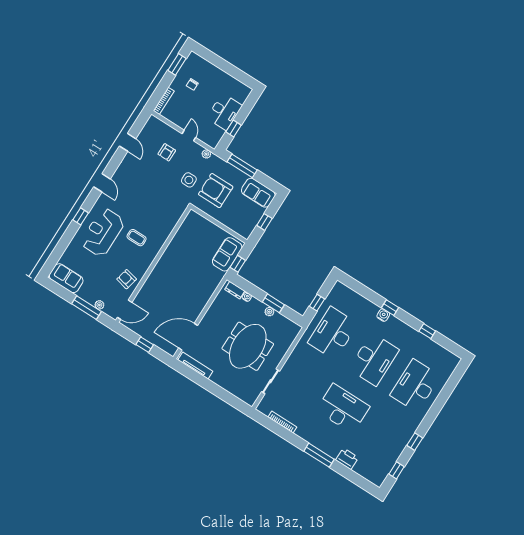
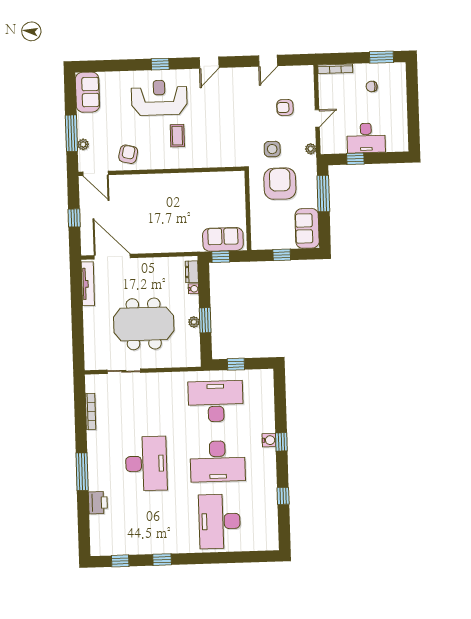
desk: (415, 386) -> (219, 521), turned -90

